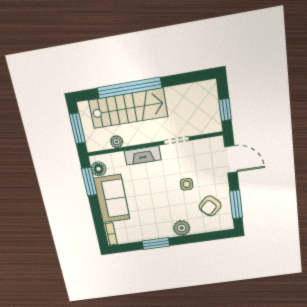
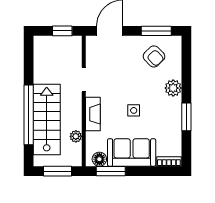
side table: (187, 184) -> (134, 110), moved

